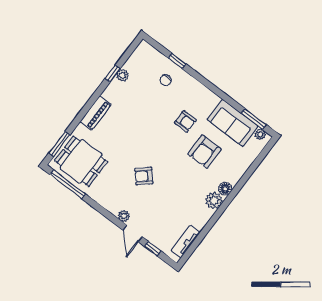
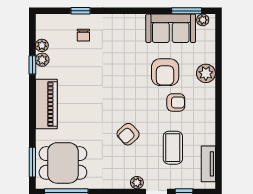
plant: (130, 65) -> (42, 45), added
piano: (96, 113) -> (46, 104), width x1.37, depth x1.33
armchair: (185, 121) -> (176, 102), moved
floor lamp: (225, 189) -> (208, 91), removed
plant: (214, 200) -> (206, 73), moved
coffee table: (169, 210) -> (173, 148), added

